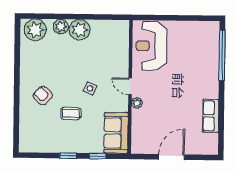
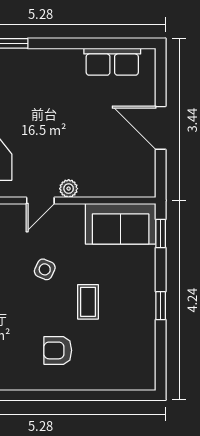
armchair: (43, 95) -> (58, 350), turned 46
row of seats: (211, 116) -> (112, 62), moved
window: (98, 156) -> (161, 234), moved

